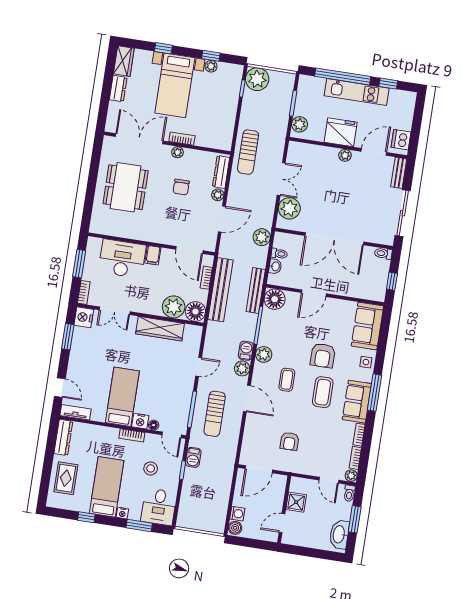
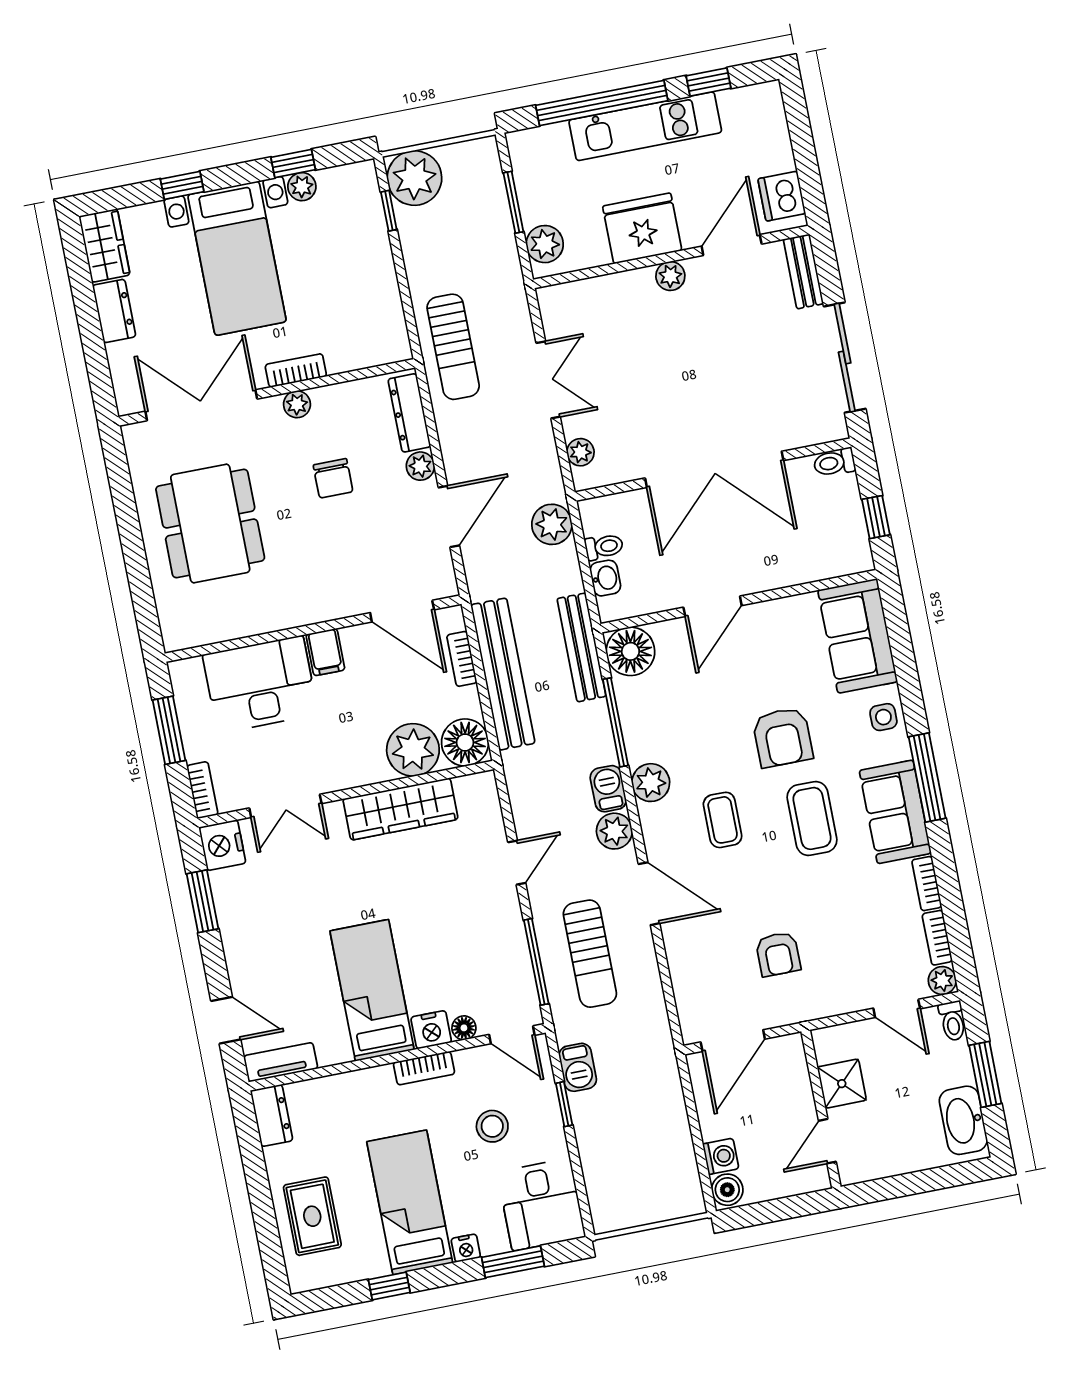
plant: (289, 208) -> (580, 452), width x0.53, depth x0.53
dresser: (63, 437) -> (272, 1116), width x0.70

